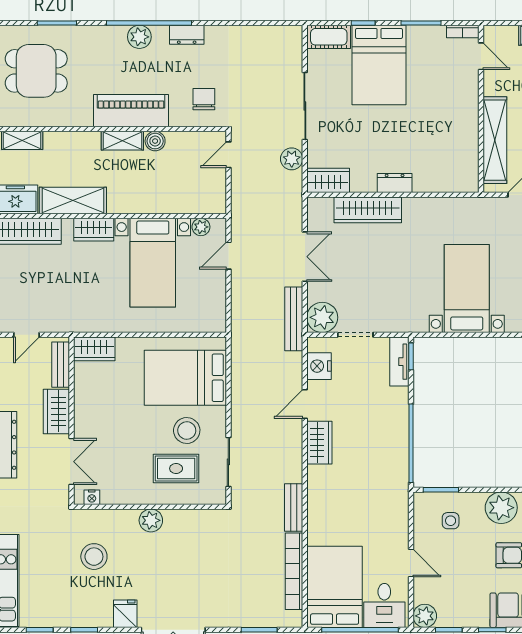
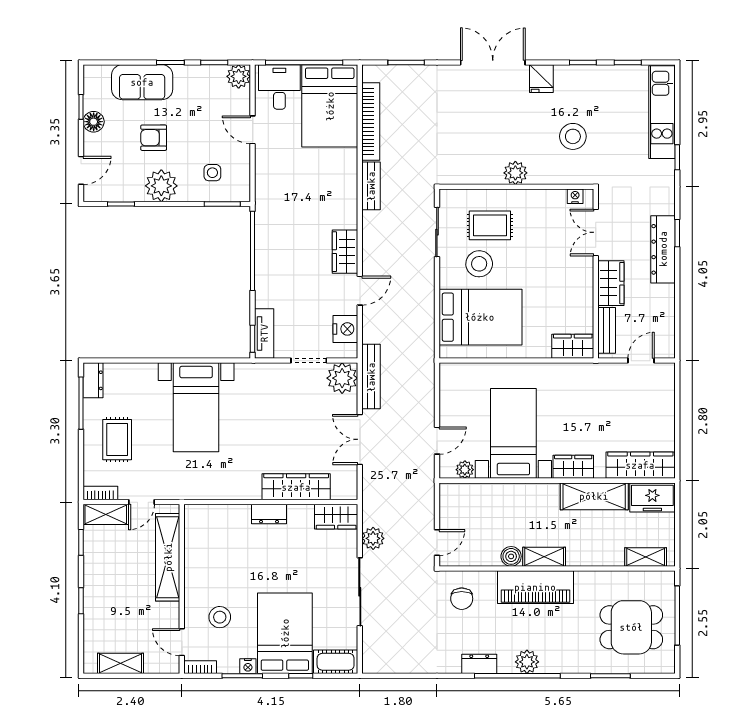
nightstand: (415, 32) -> (248, 666), added
stool: (443, 81) -> (220, 617), added

